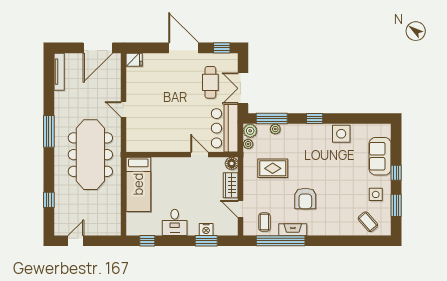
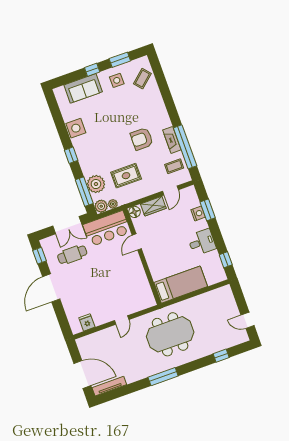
door: (98, 48) -> (82, 375), moved
fridge: (134, 60) -> (87, 322), moved
plant: (275, 129) -> (96, 184), width x1.88, depth x1.88
meeting table: (90, 155) -> (170, 334), width x0.73
rug: (273, 168) -> (126, 176), turned 90
armchair: (305, 199) -> (142, 139), turned 180

